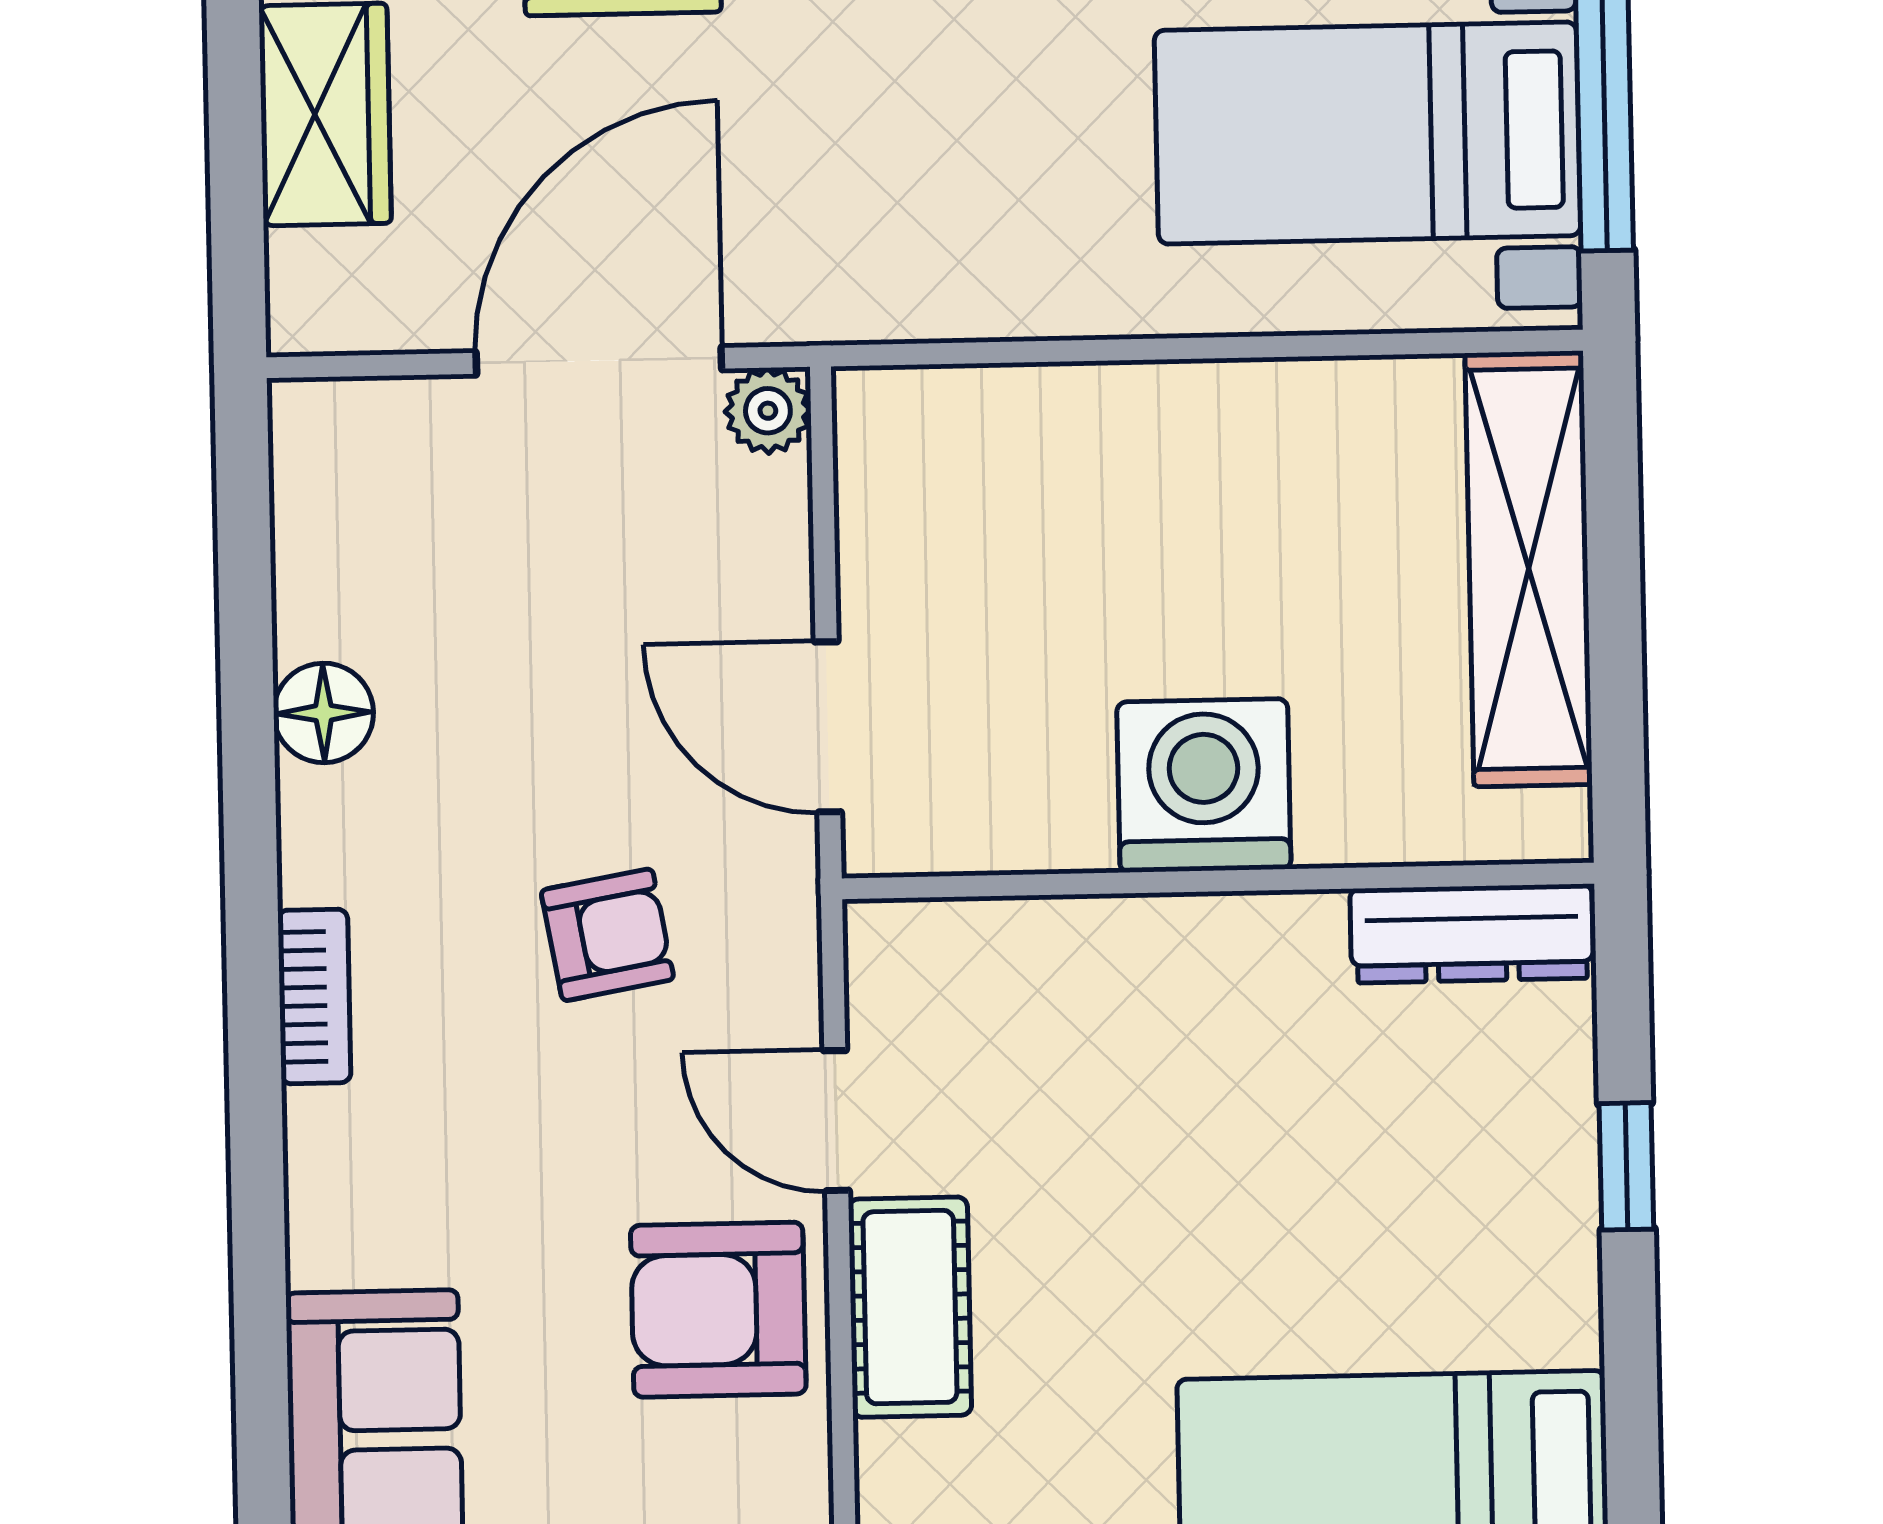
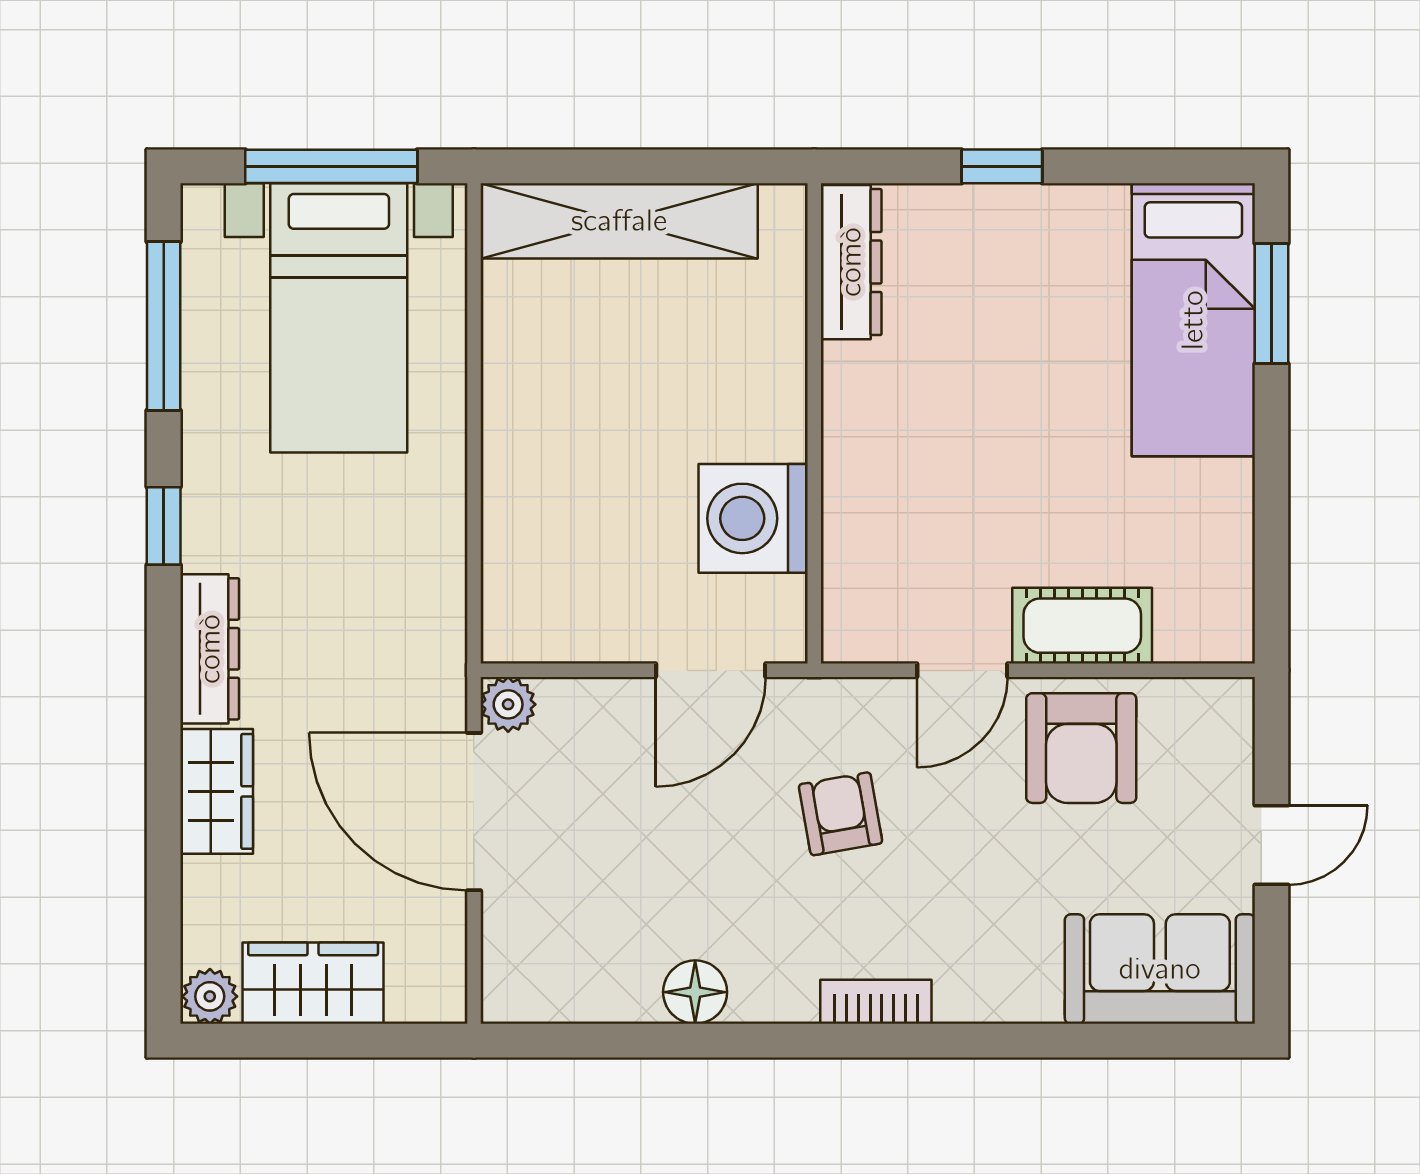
washing machine: (1204, 785) -> (753, 518), moved

